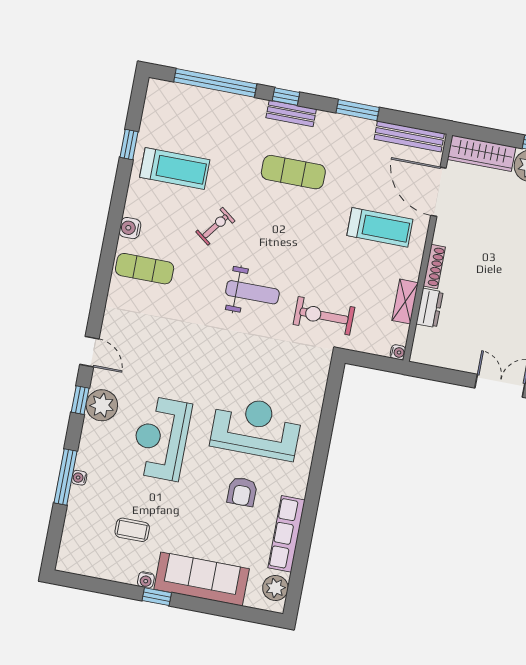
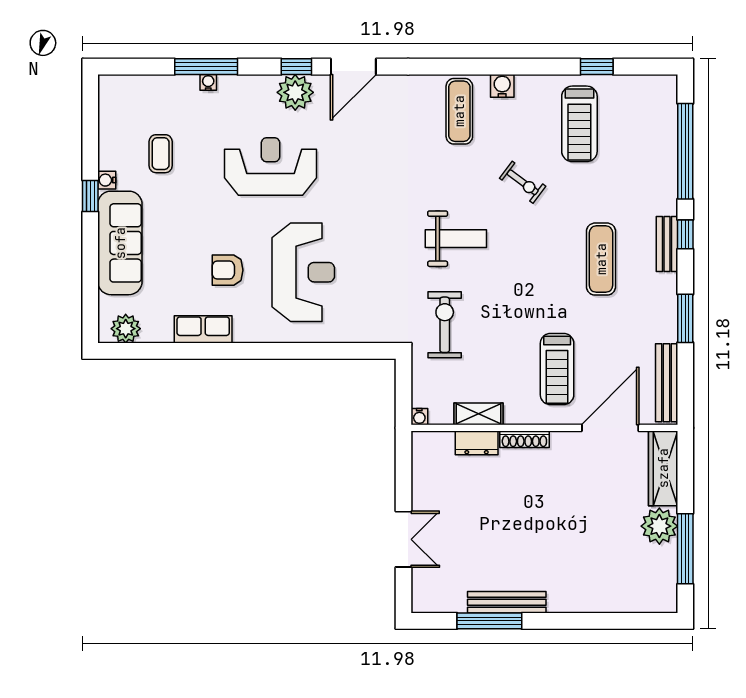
weight bench: (252, 292) -> (456, 239), turned -90
door: (89, 352) -> (353, 67), width x1.38
row of seats: (286, 534) -> (203, 329), width x0.68

